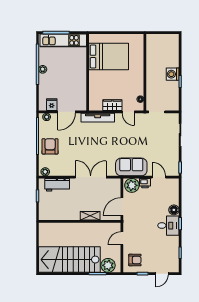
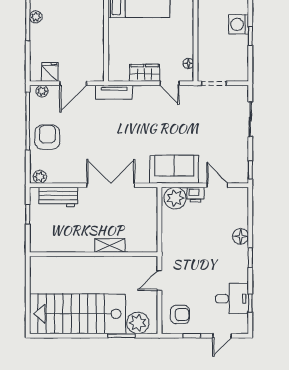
tv unit: (98, 118) -> (114, 92), width x0.71
door: (122, 207) -> (159, 231), removed
desk: (168, 226) -> (232, 299), moved

